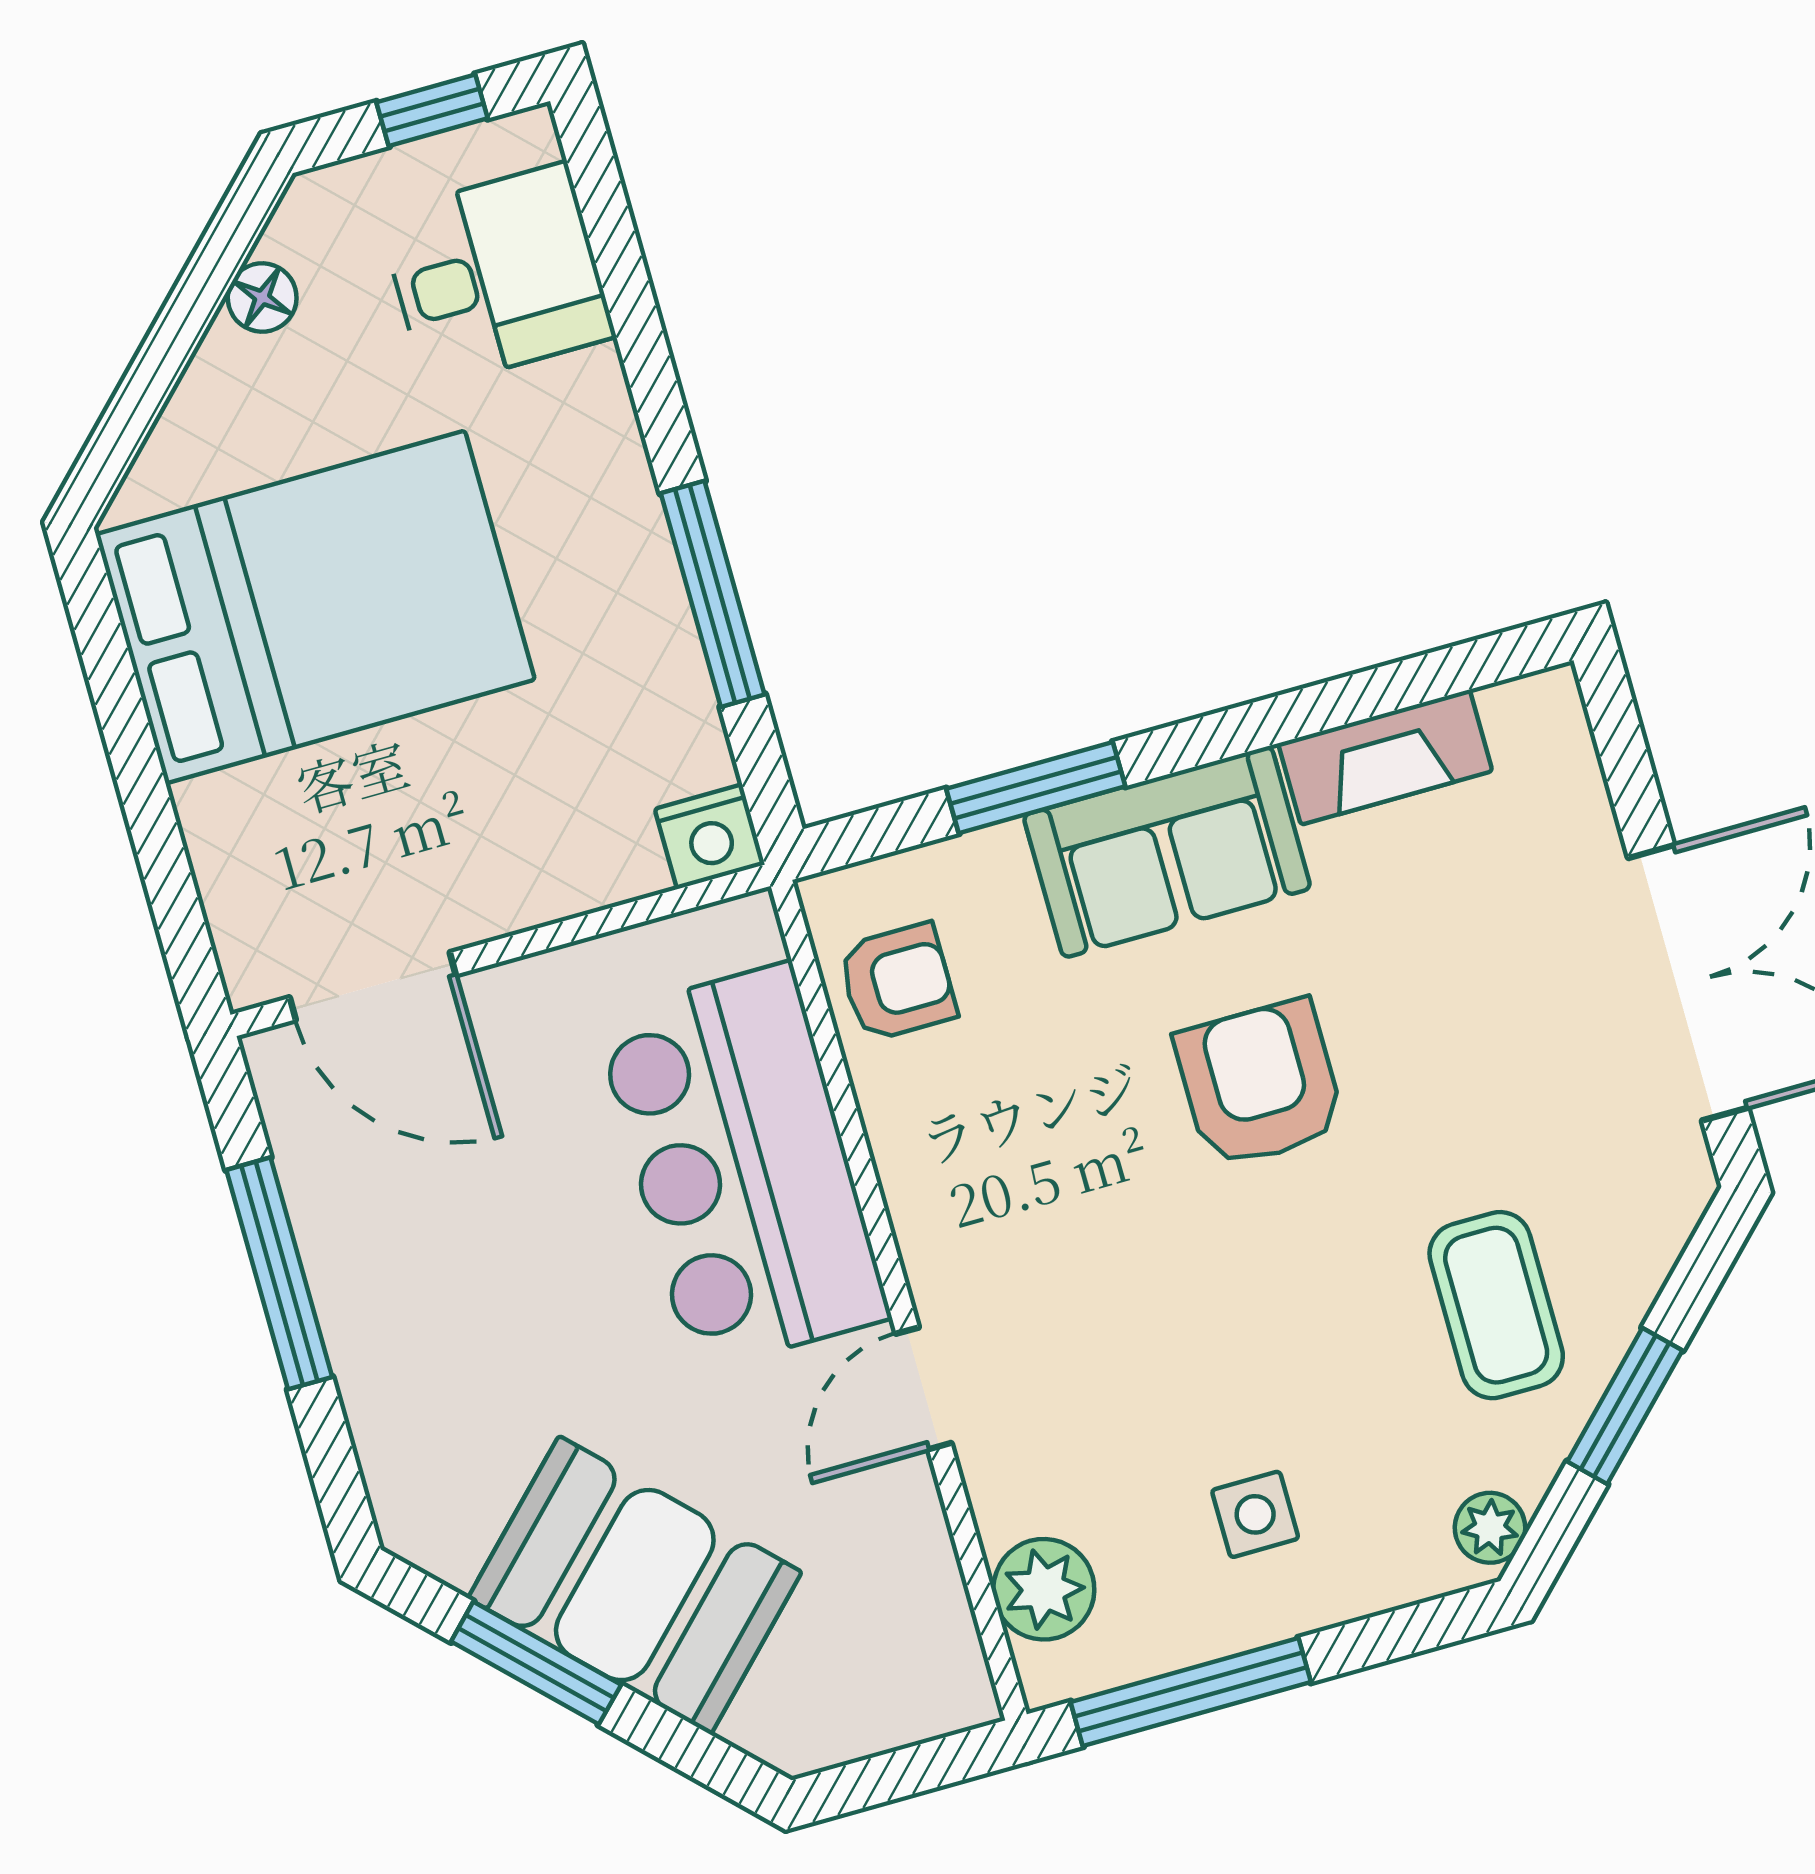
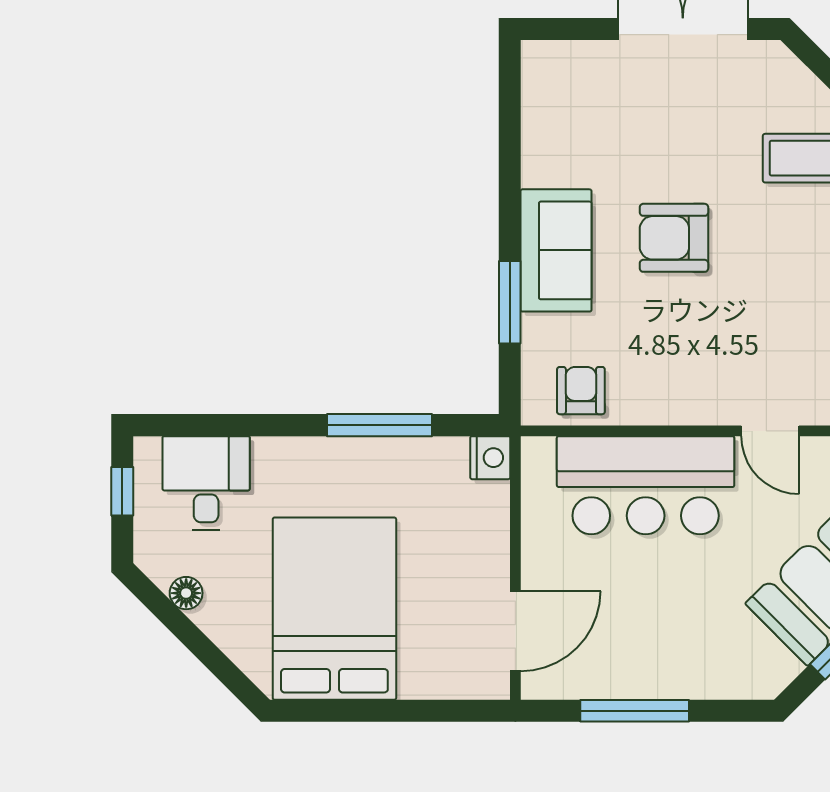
fireplace: (1385, 757) -> (541, 138), removed

